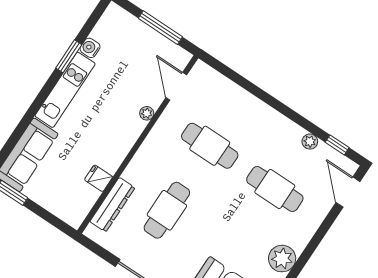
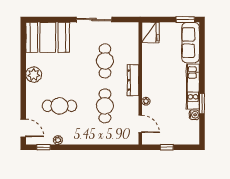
window: (160, 28) -> (167, 147), width x0.46
cafe table: (210, 146) -> (105, 106), turned 90
fridge: (99, 178) -> (150, 32), moved, width x1.88, depth x1.34
dresser: (112, 205) -> (133, 80), moved

